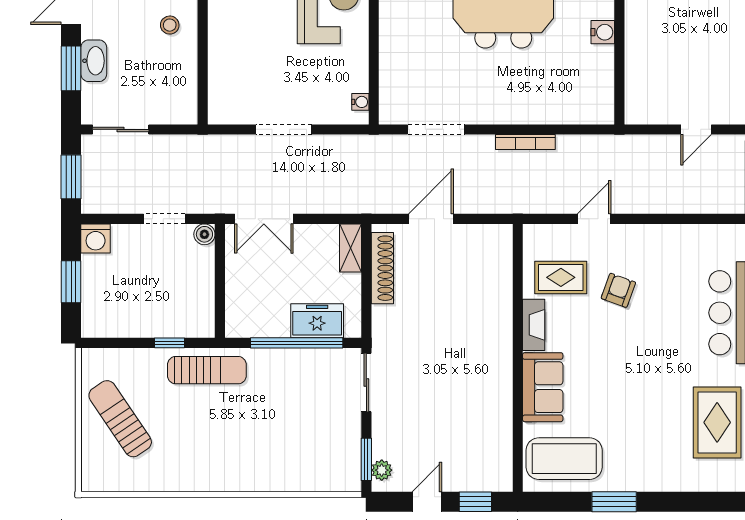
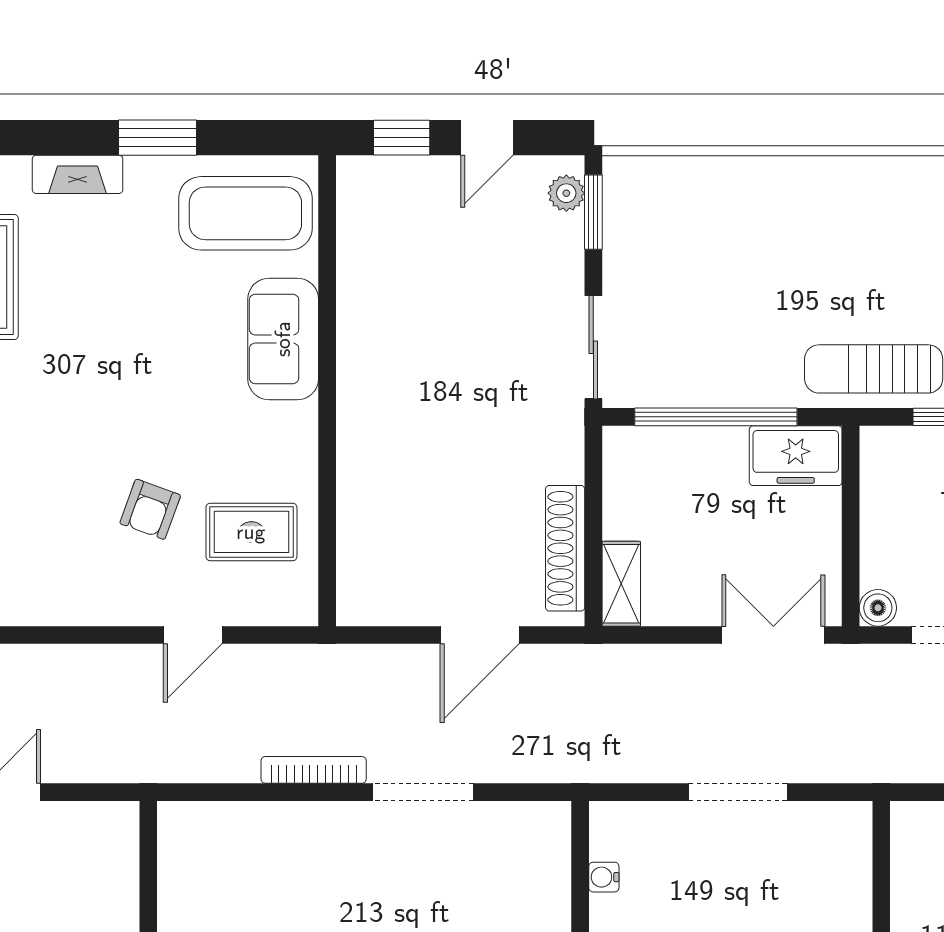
water cooler: (360, 102) -> (604, 877), moved
doorway: (436, 129) -> (423, 792), moved
freezer: (317, 321) -> (796, 456), moved
fireplace: (534, 325) -> (78, 174), moved, turned -90

